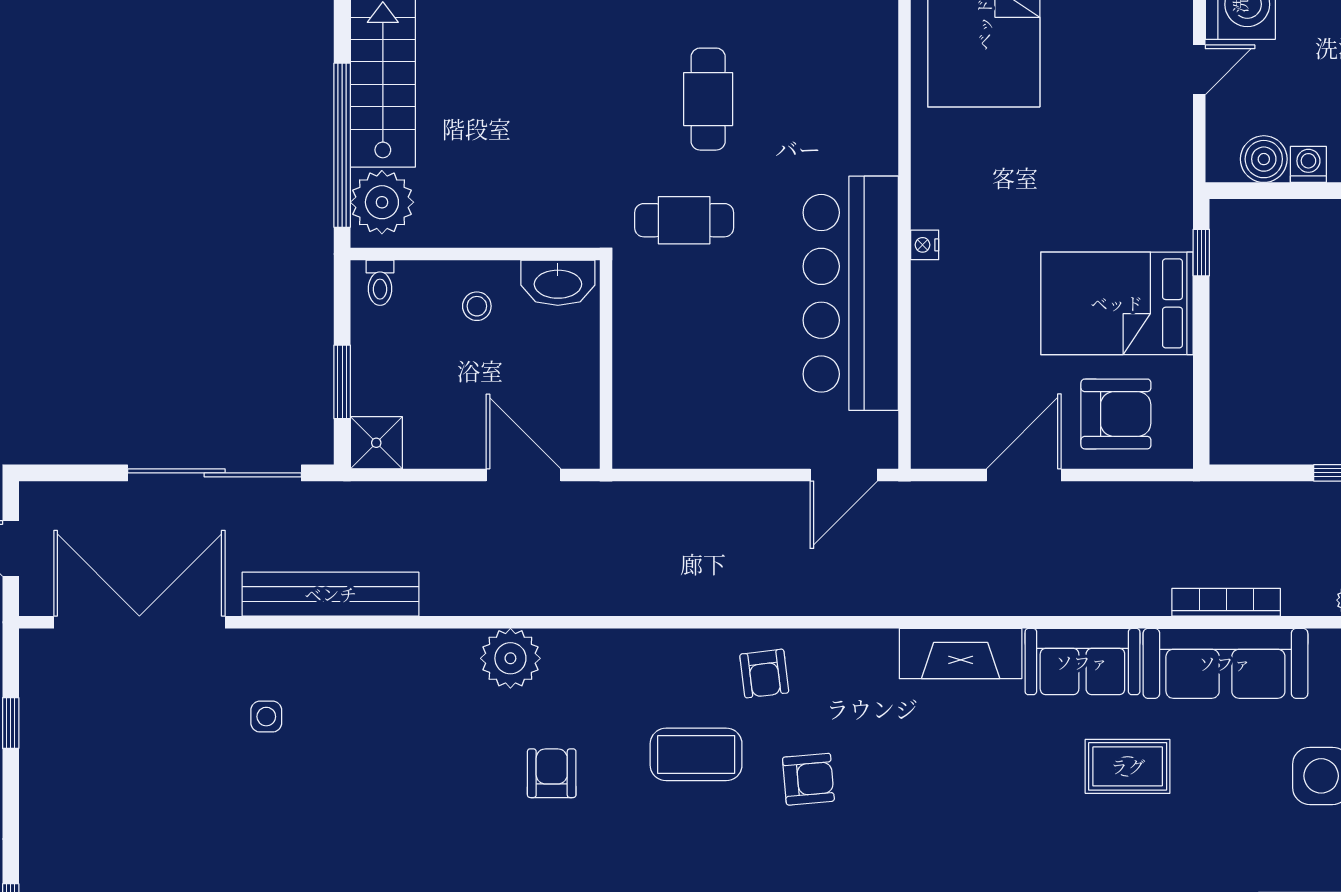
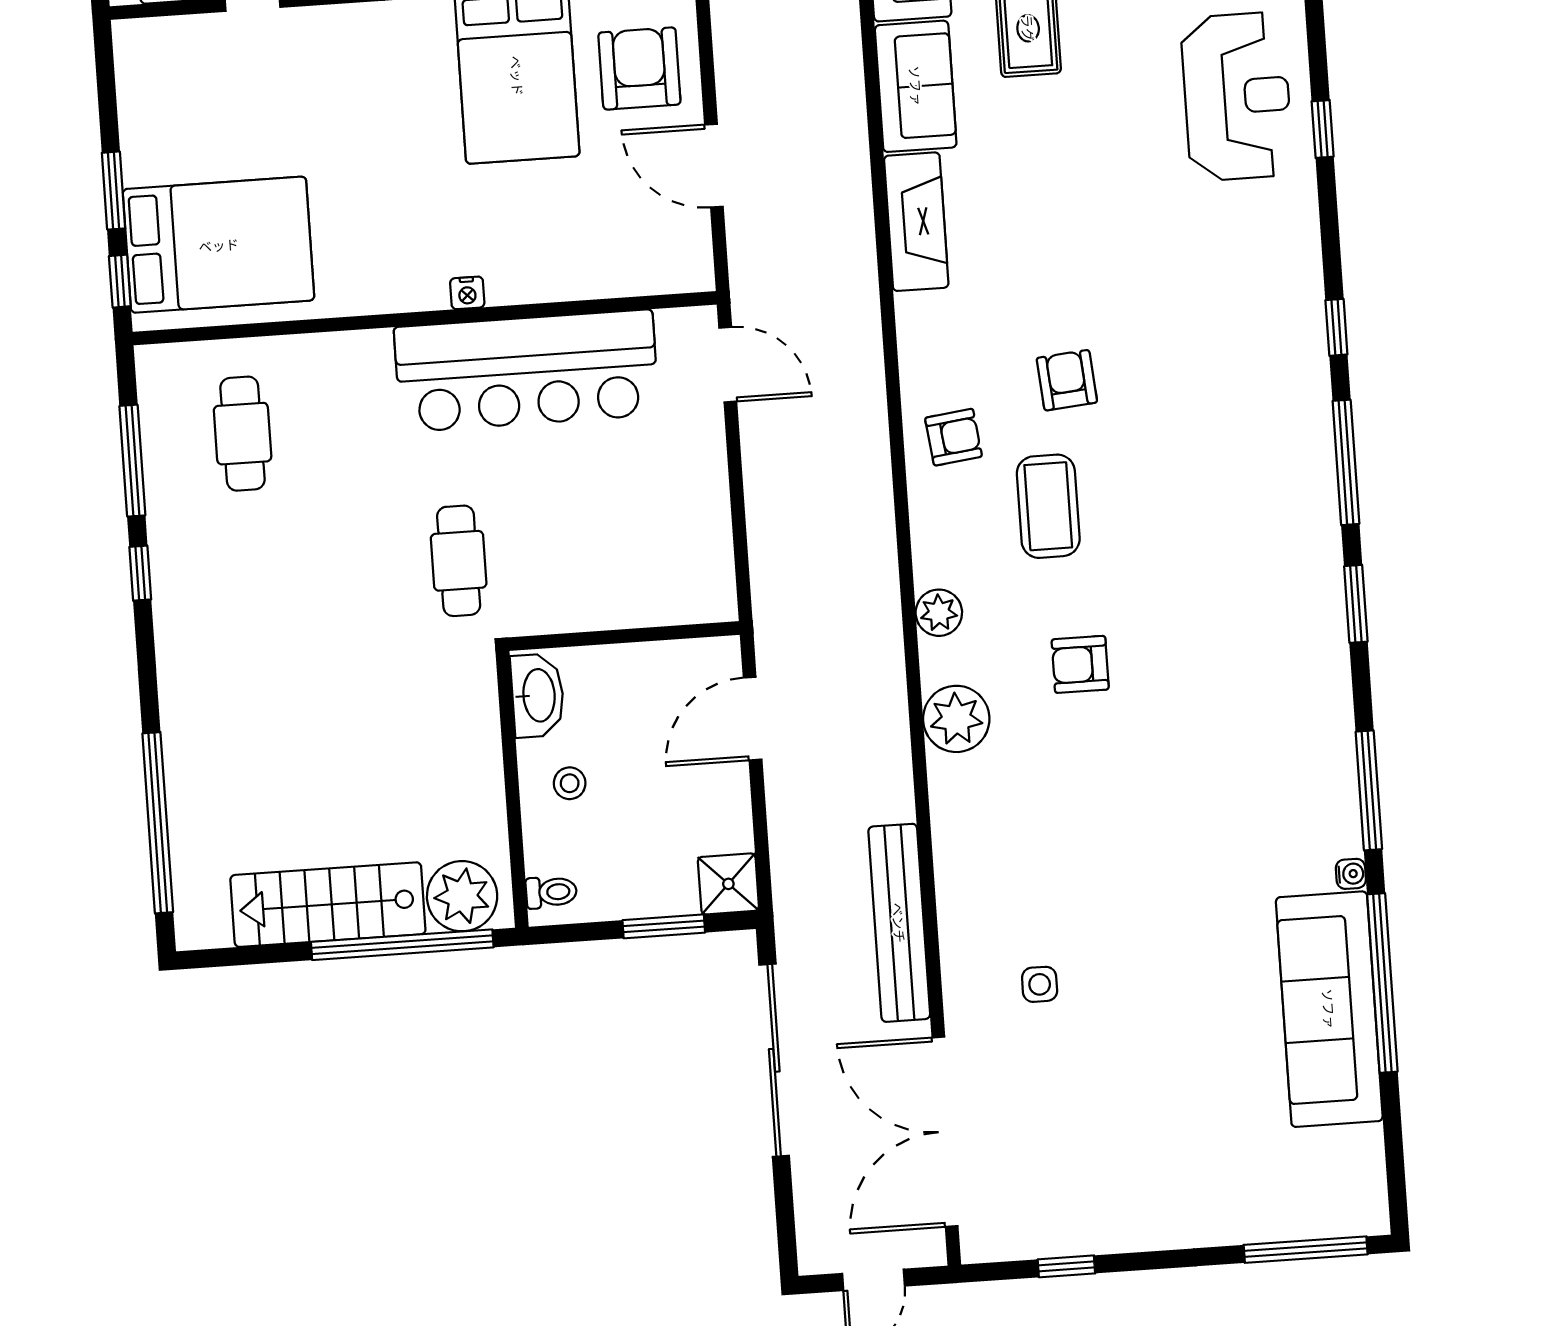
cafe table: (708, 99) -> (243, 434), moved, turned 90
plant: (607, 649) -> (939, 613), added

